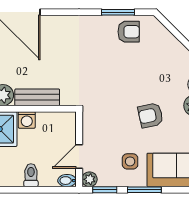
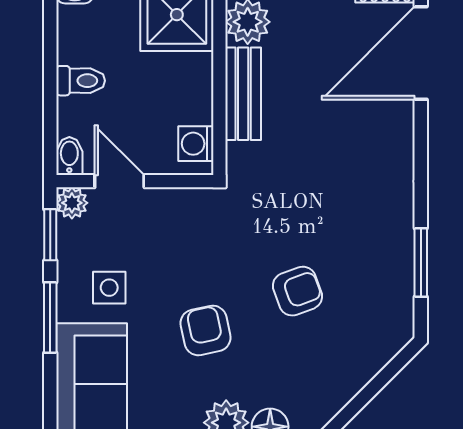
armchair: (129, 32) -> (297, 291), moved, turned -110
washing machine: (27, 120) -> (196, 144), moved

